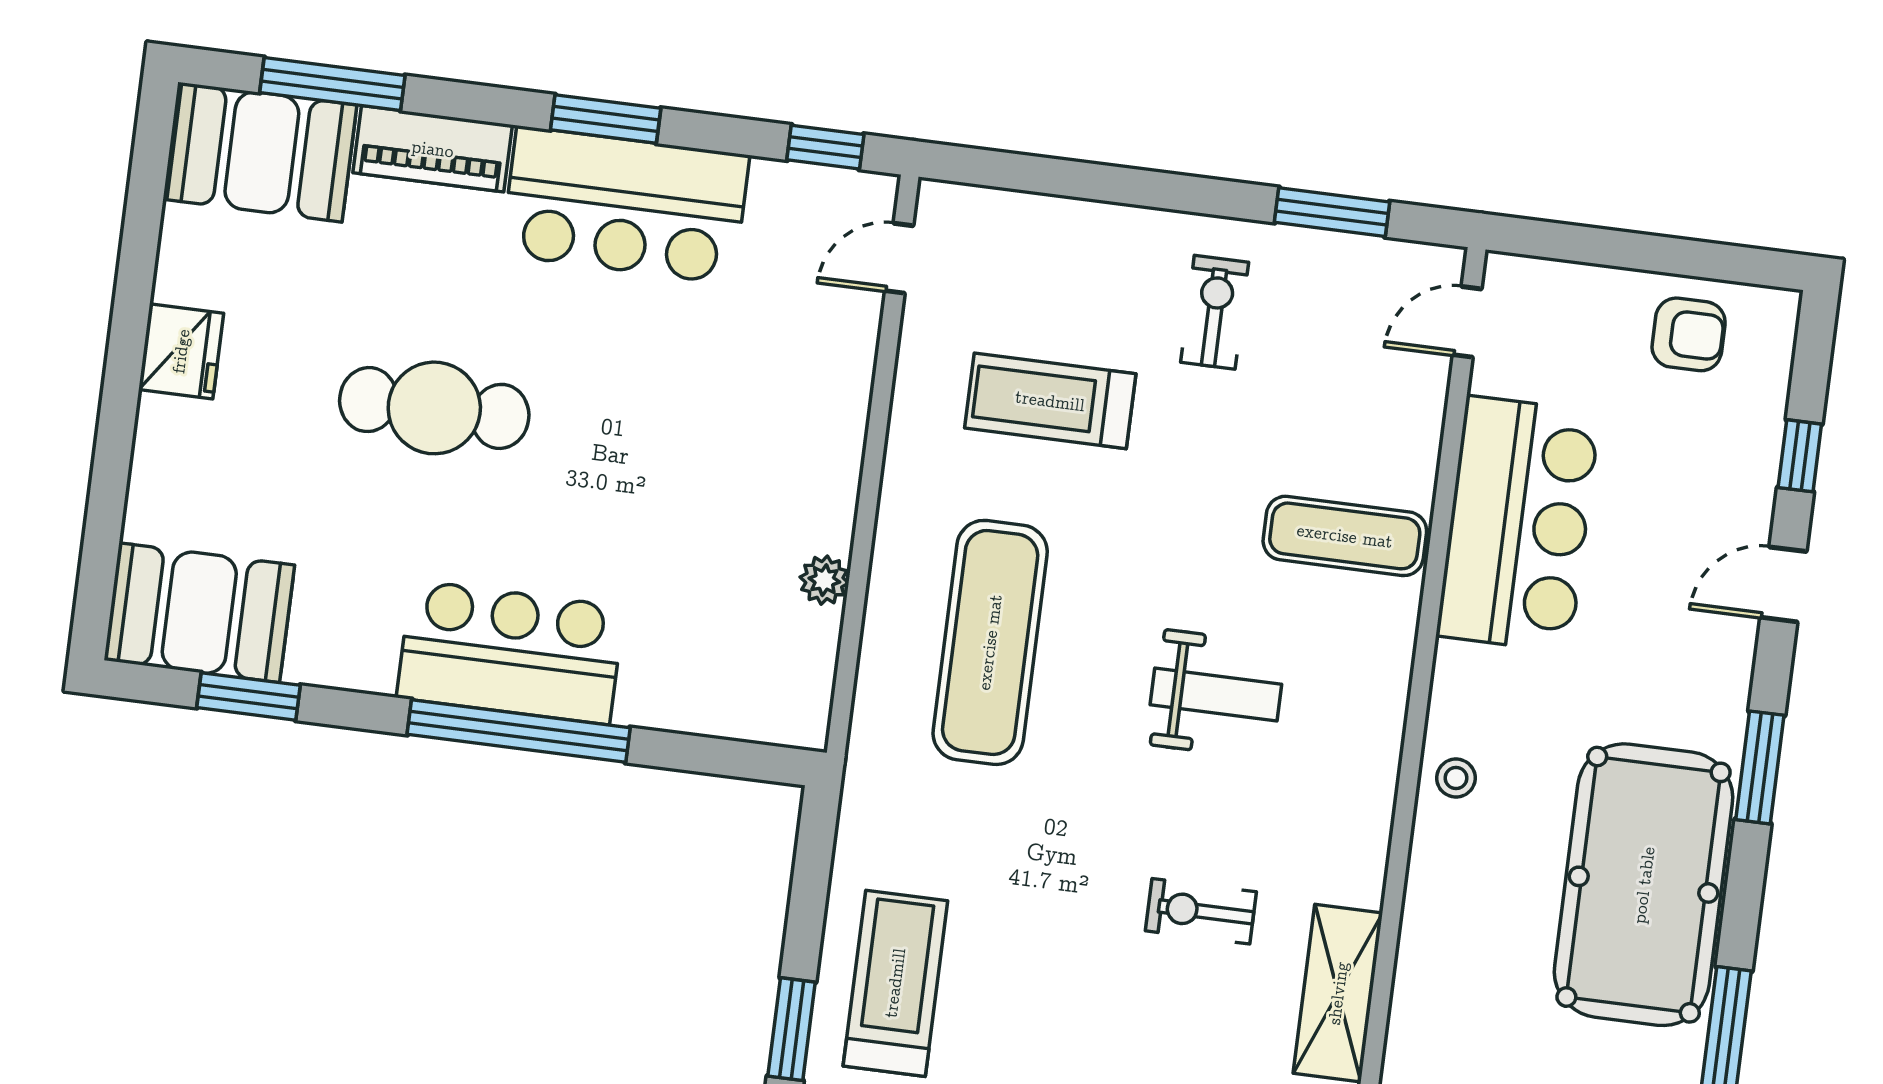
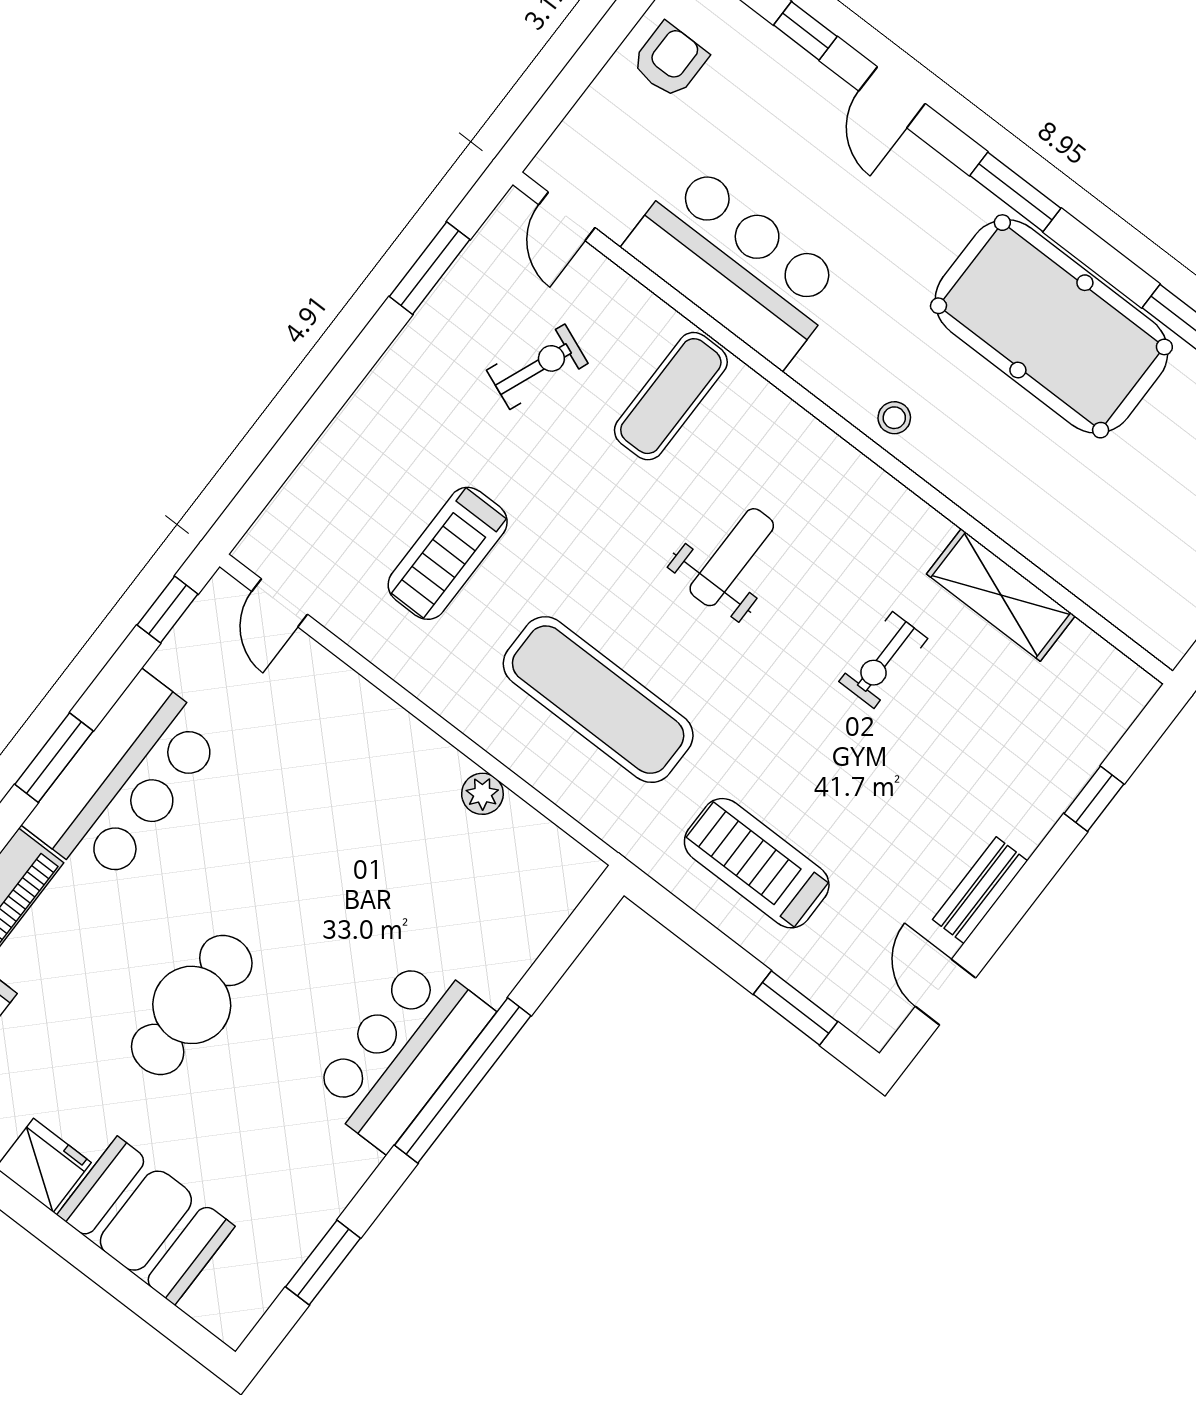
exercise bike: (1215, 312) -> (537, 367), moved, turned 112
booth: (199, 613) -> (146, 1221), moved, turned 90
treadmill: (895, 983) -> (757, 863), moved

